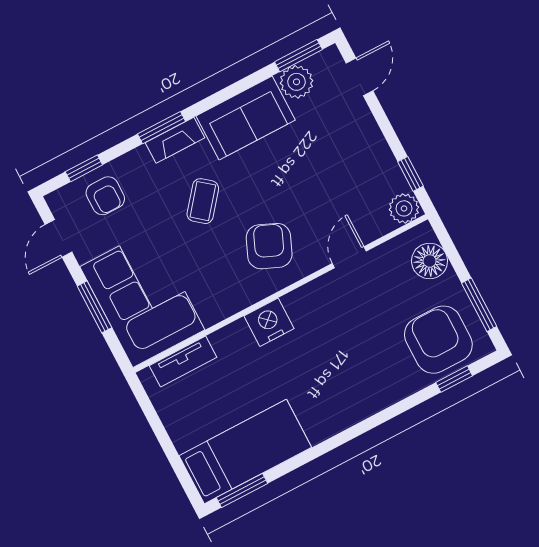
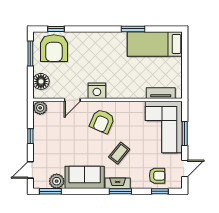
window: (410, 174) -> (30, 136), moved
armchair: (105, 196) -> (157, 176), turned 90
nightstand: (269, 322) -> (97, 91), moved
window: (242, 490) -> (133, 29), moved

